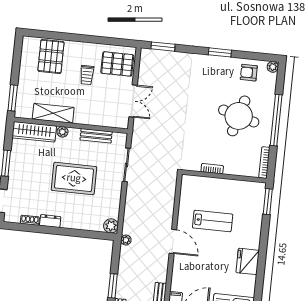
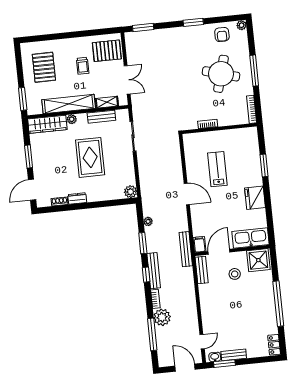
pallet: (51, 56) -> (44, 67), moved
armchair: (249, 73) -> (222, 34), turned -90
shelving: (53, 113) -> (69, 104), width x1.47
window: (276, 120) -> (254, 71), width x0.68
shelving: (105, 121) -> (107, 102), added
rug: (74, 178) -> (90, 157), turned 90
window: (268, 202) -> (264, 165), moved
lab bench: (213, 221) -> (217, 169), turned -90
plant: (126, 240) -> (148, 221), moved

